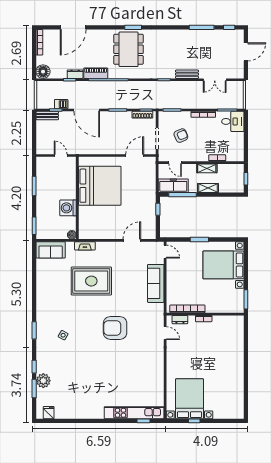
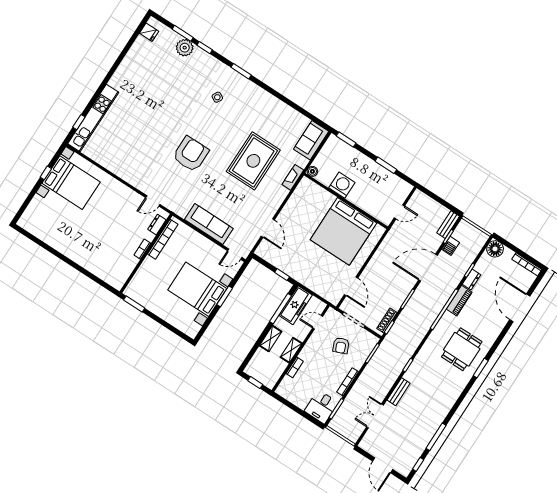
dining table: (129, 49) -> (462, 349), width x0.73
bed with nightstands: (223, 265) -> (197, 289), moved, turned -90

